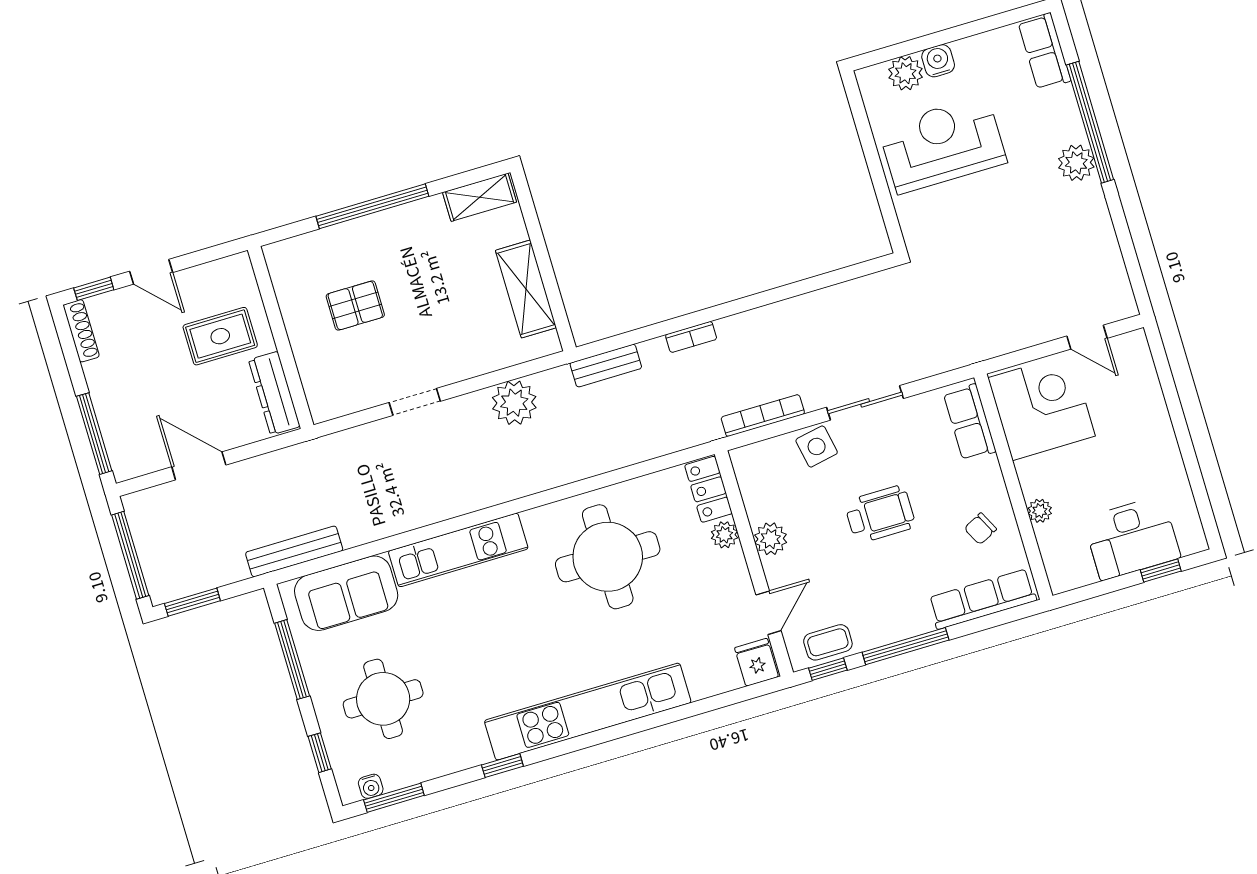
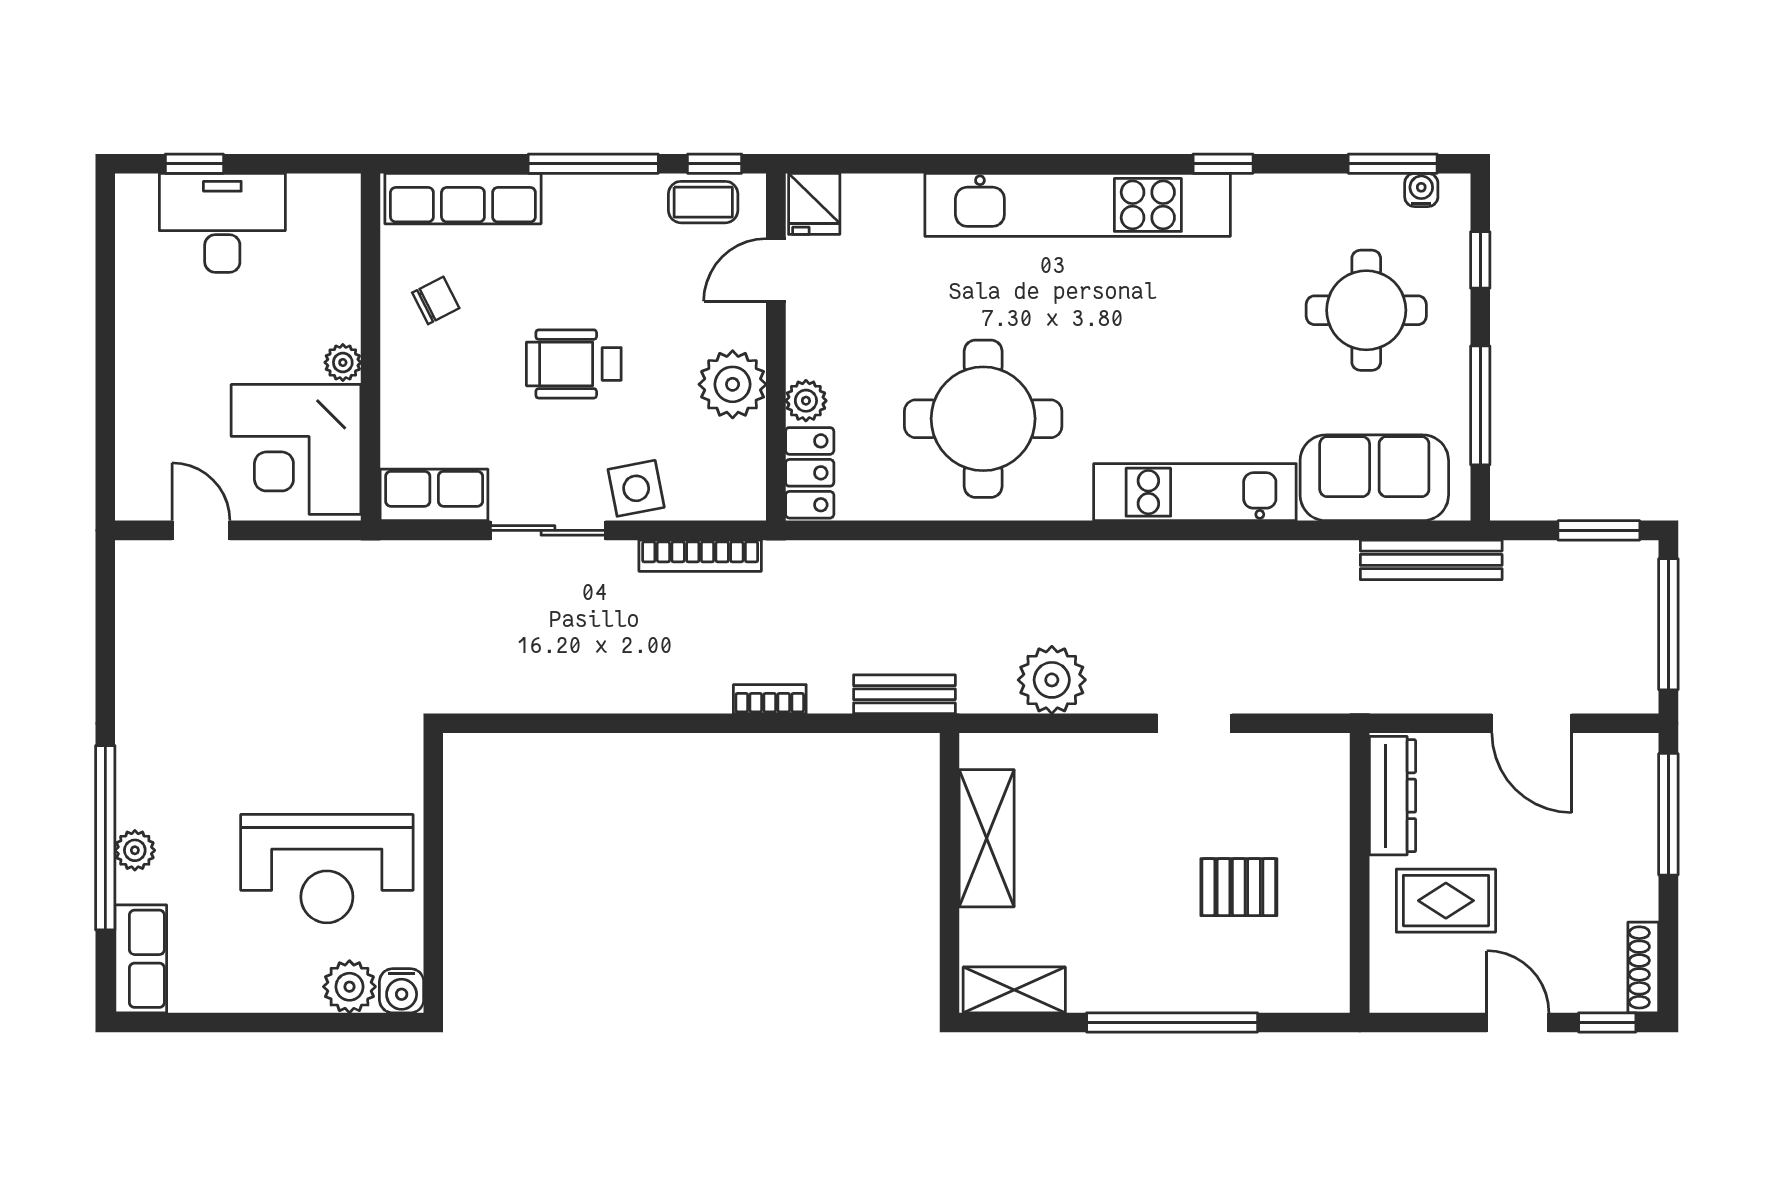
water cooler: (938, 61) -> (402, 991), moved
plant: (1076, 163) -> (135, 850), moved, width x0.73, depth x0.73
row of seats: (970, 422) -> (434, 495), moved, turned -90
plant: (1040, 511) -> (343, 362), moved
plant: (771, 539) -> (733, 384), width x1.36, depth x1.36

